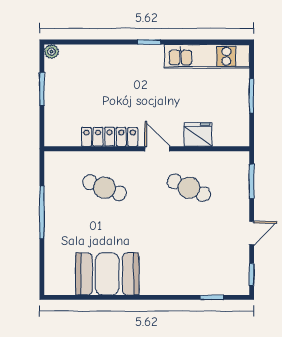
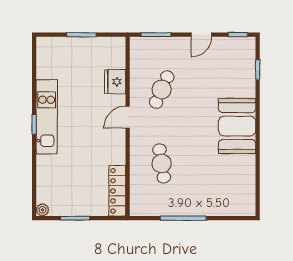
kitchen unit: (207, 56) -> (47, 117), moved
locker: (110, 137) -> (117, 191), moved
cafe table: (105, 188) -> (162, 163), turned -30
door: (252, 233) -> (201, 35), swing flipped
booth: (107, 274) -> (237, 126), moved

